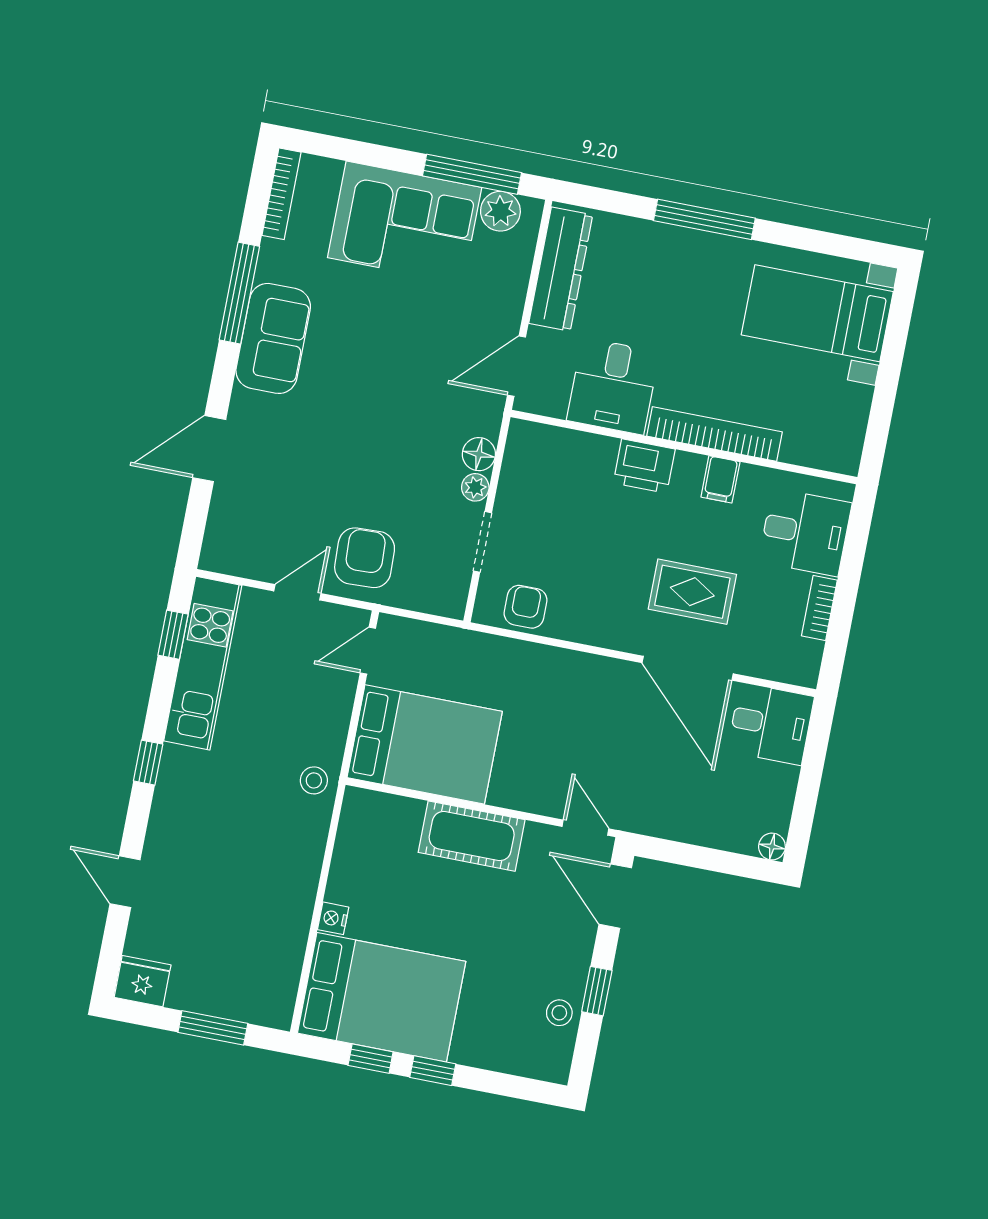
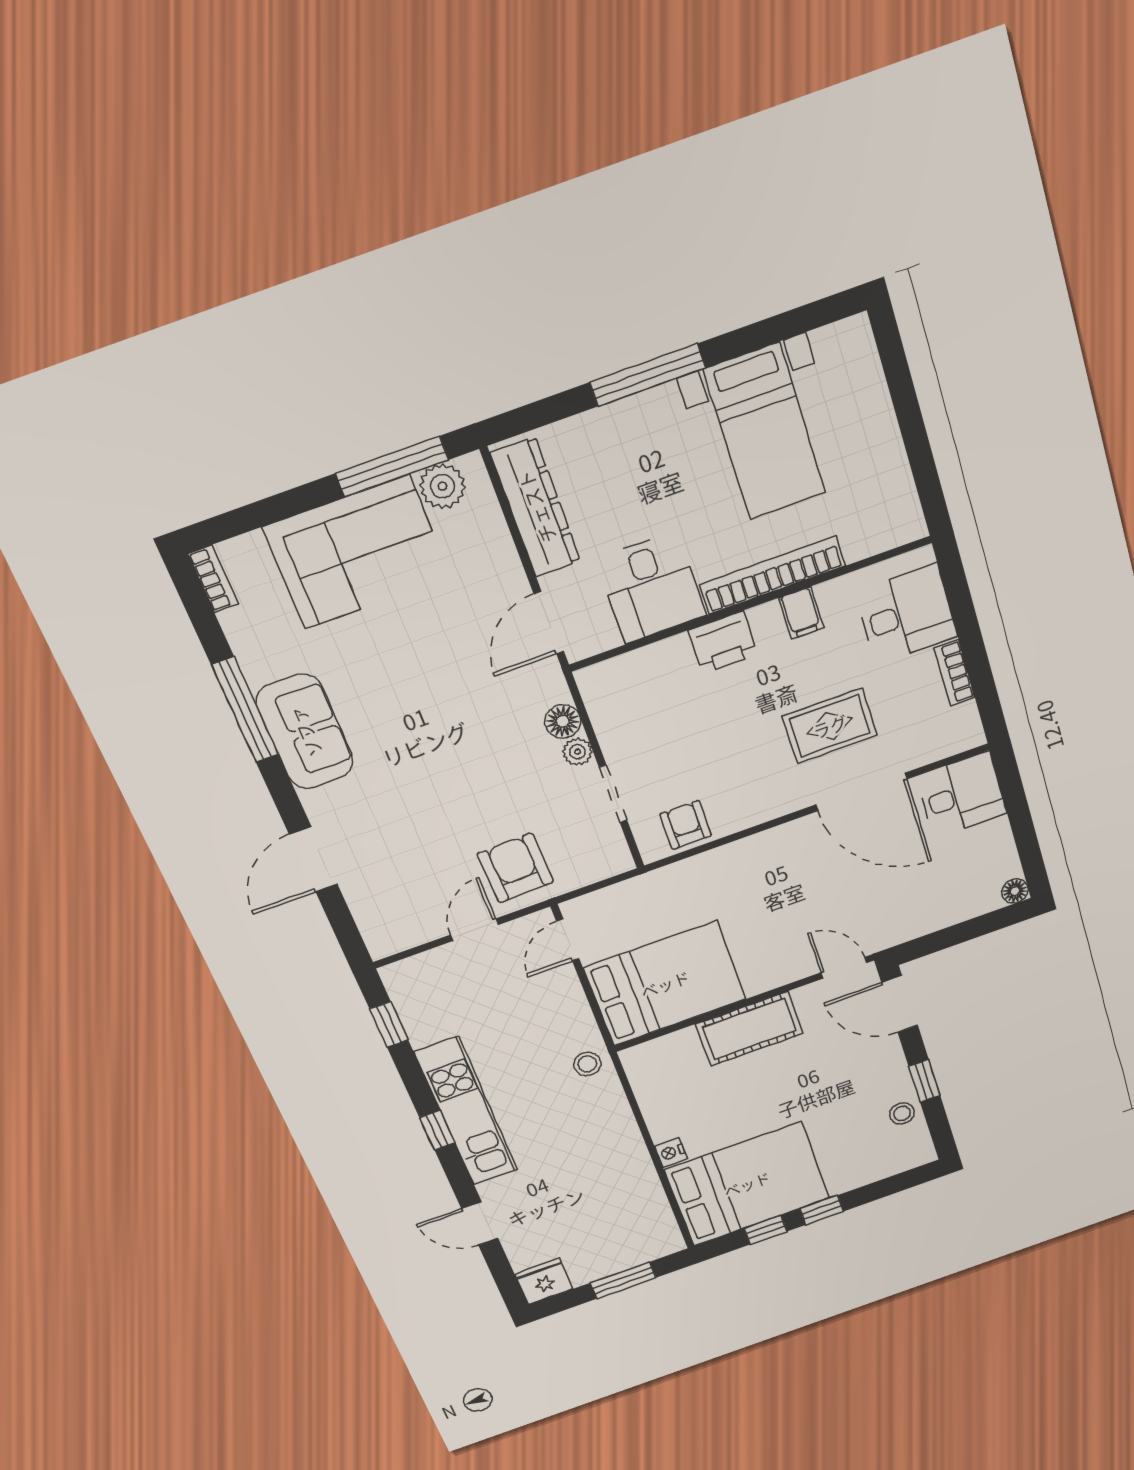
bookcase: (282, 194) -> (213, 579), width x0.64
bed with nightstands: (817, 313) -> (765, 432), moved, turned -90
kitchen unit: (203, 663) -> (466, 1111), moved

